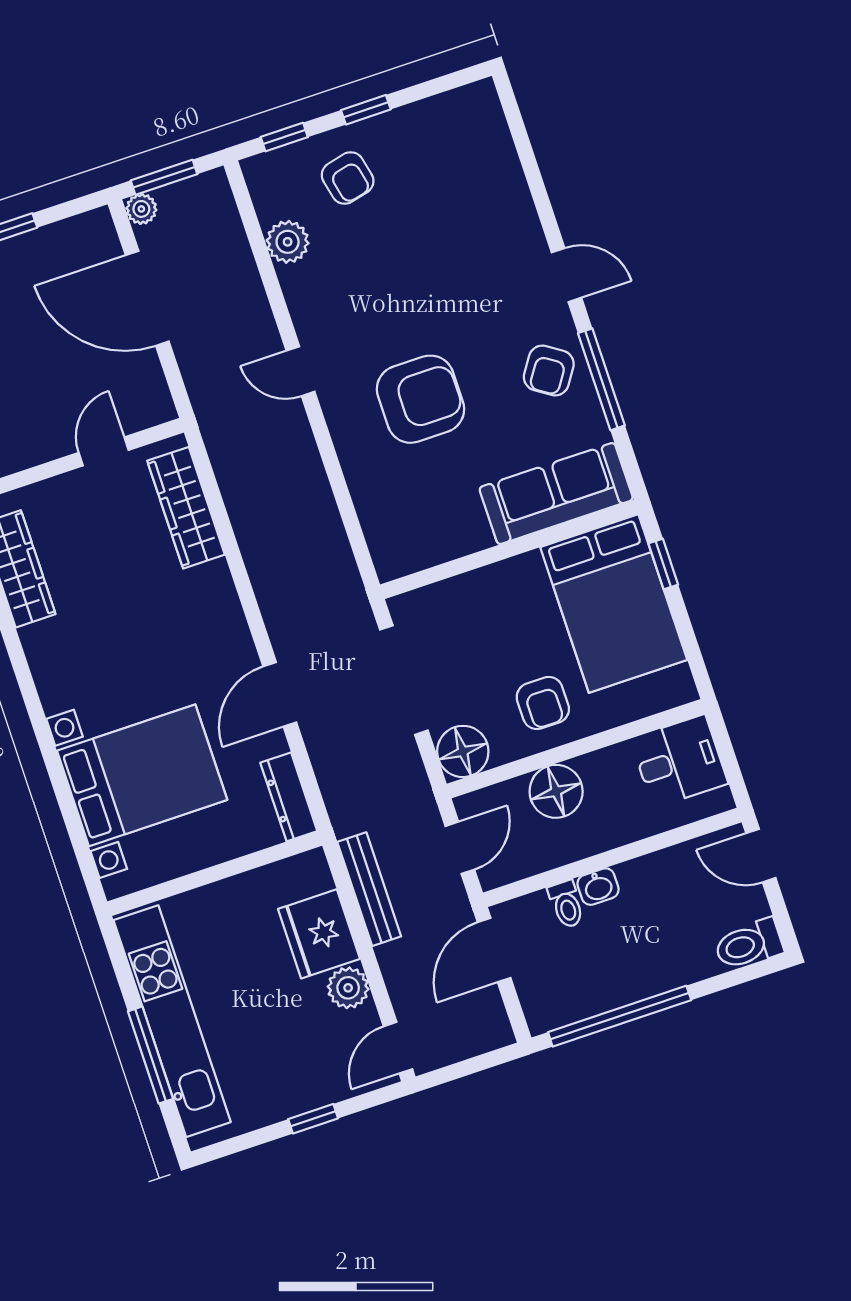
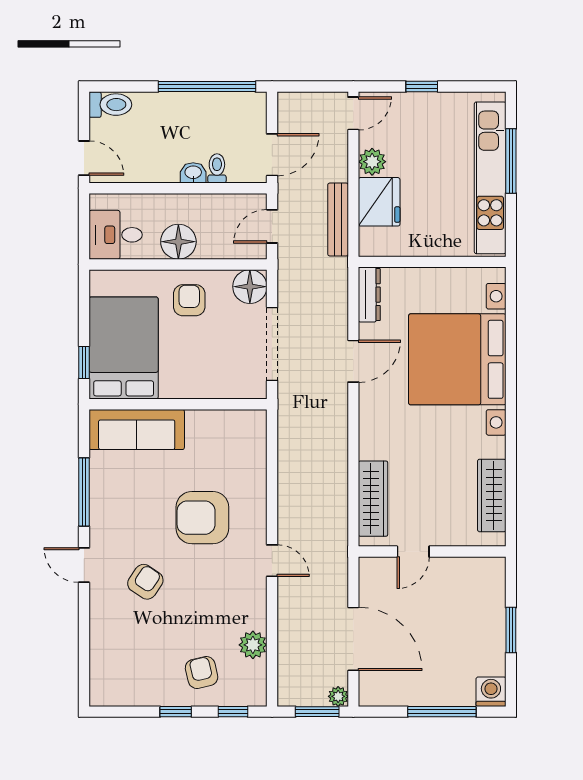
armchair: (549, 370) -> (145, 582), moved
bed with nightstands: (142, 775) -> (457, 359), width x1.36
floor lamp: (556, 791) -> (178, 242), moved

